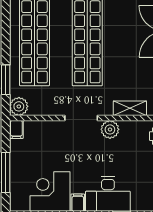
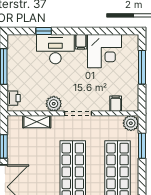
filing cabinet: (16, 129) -> (116, 104), moved

